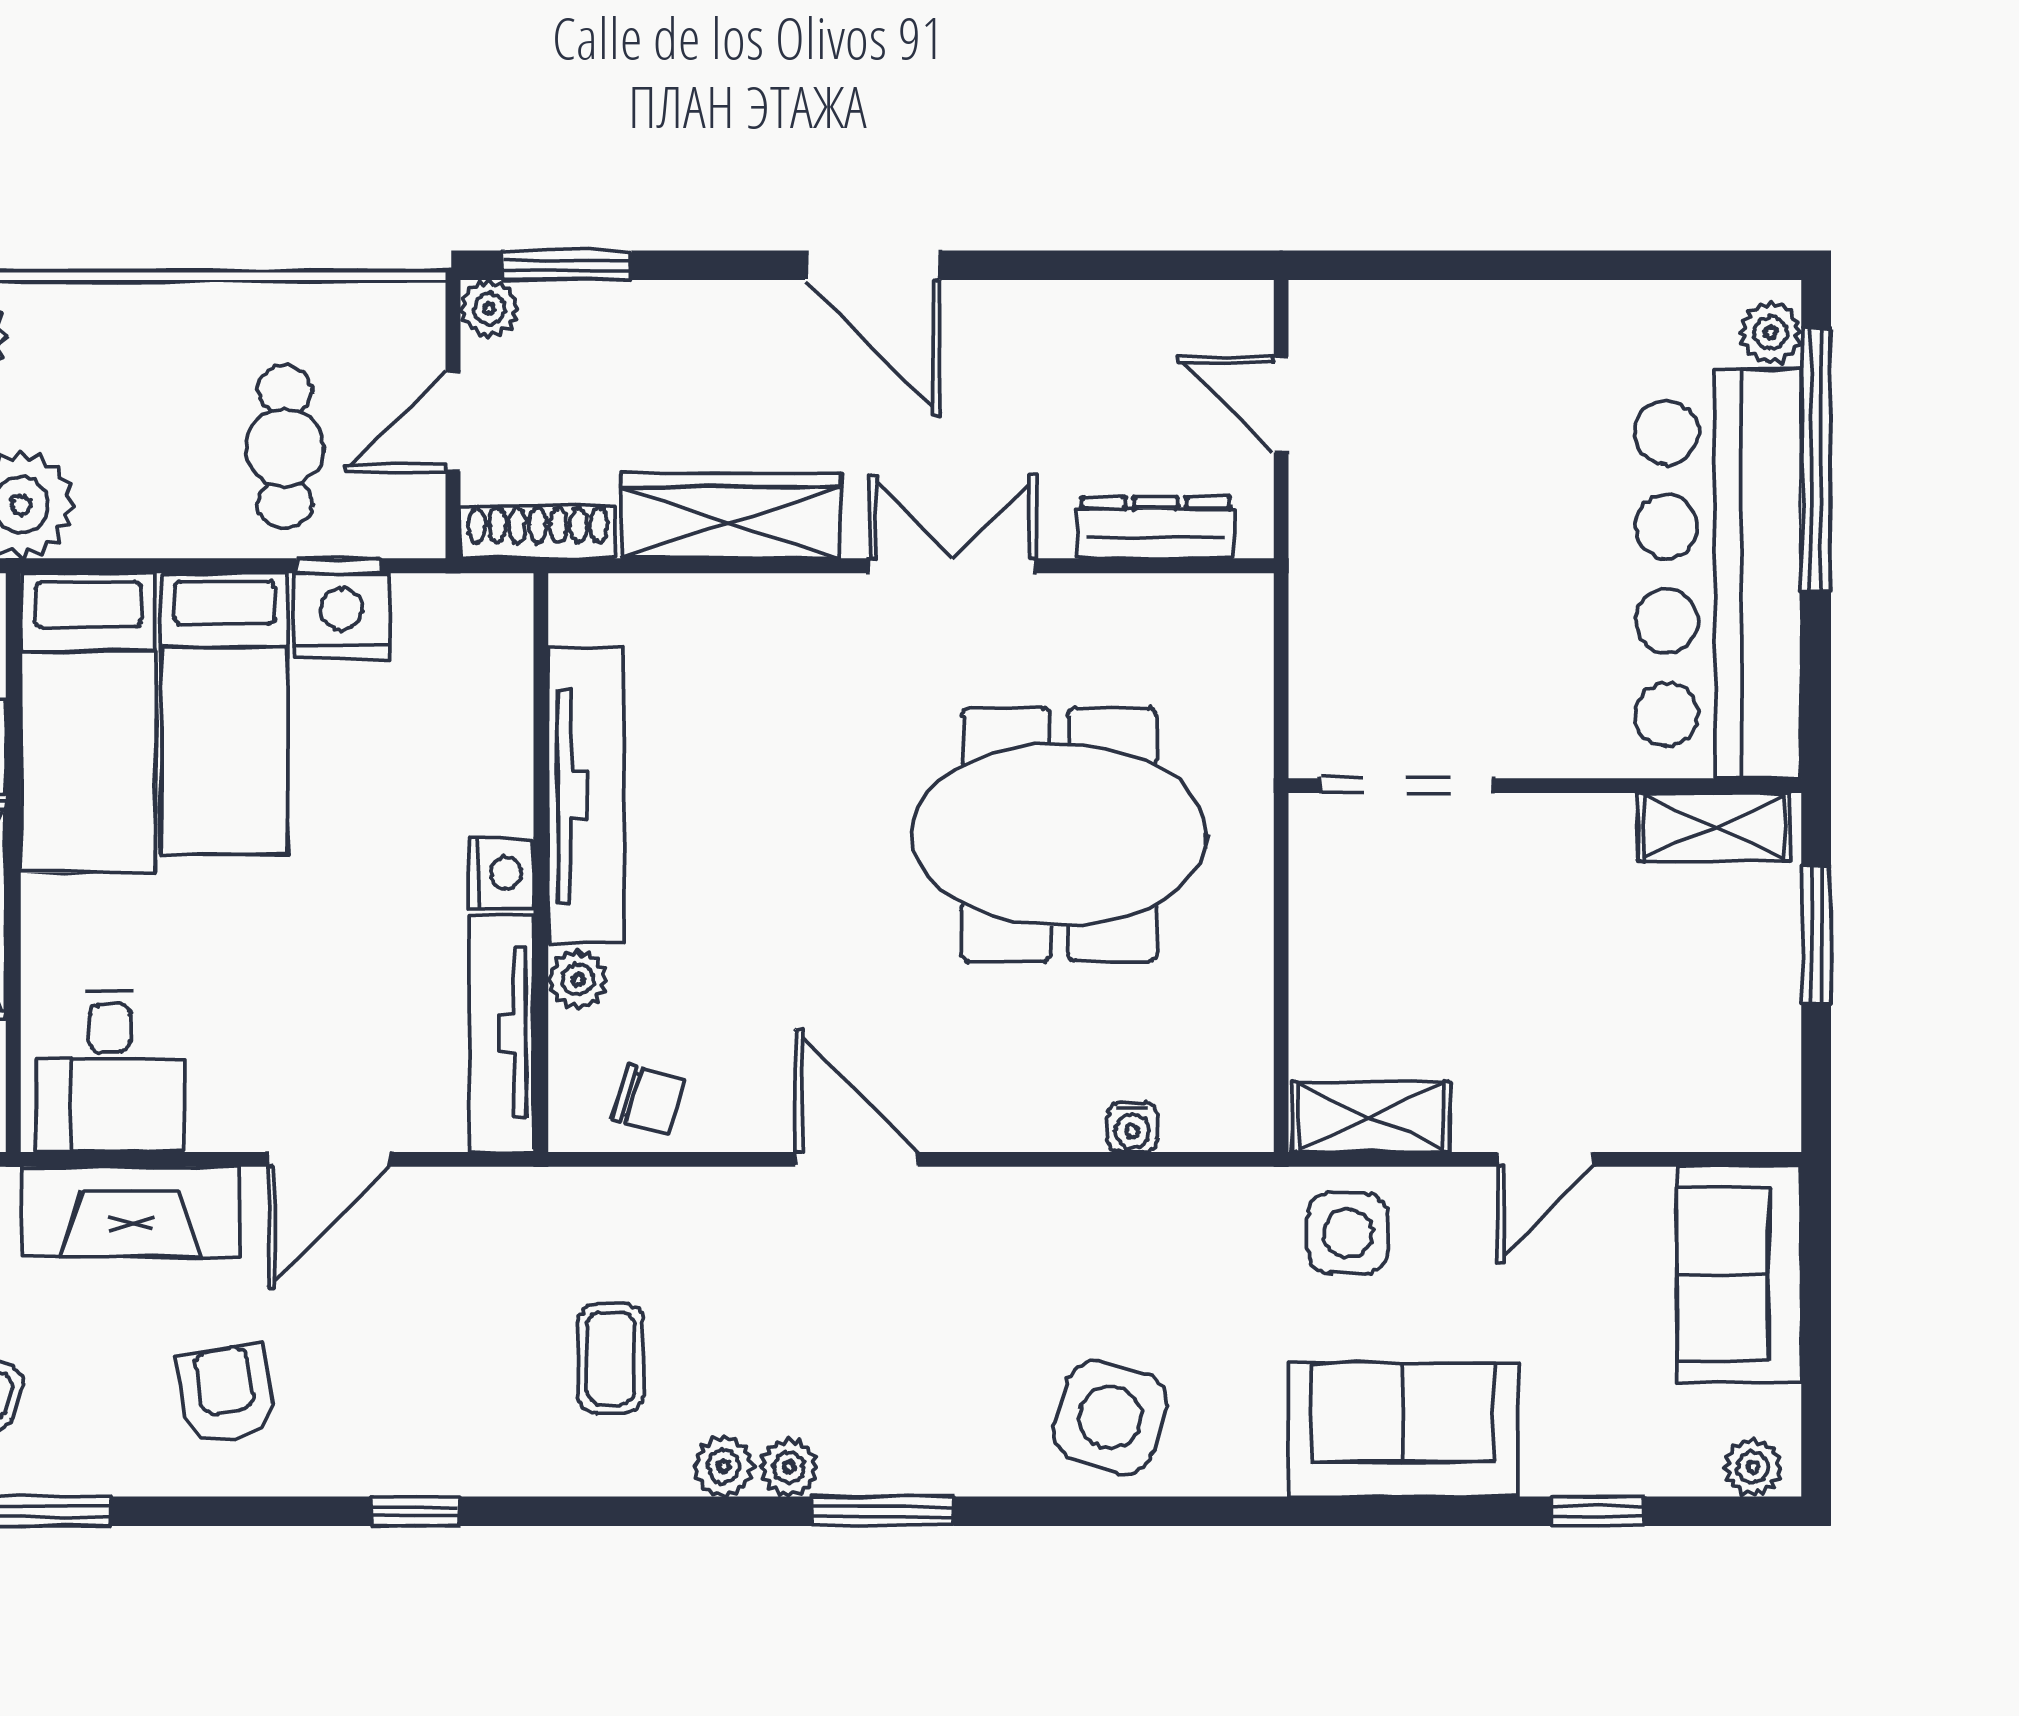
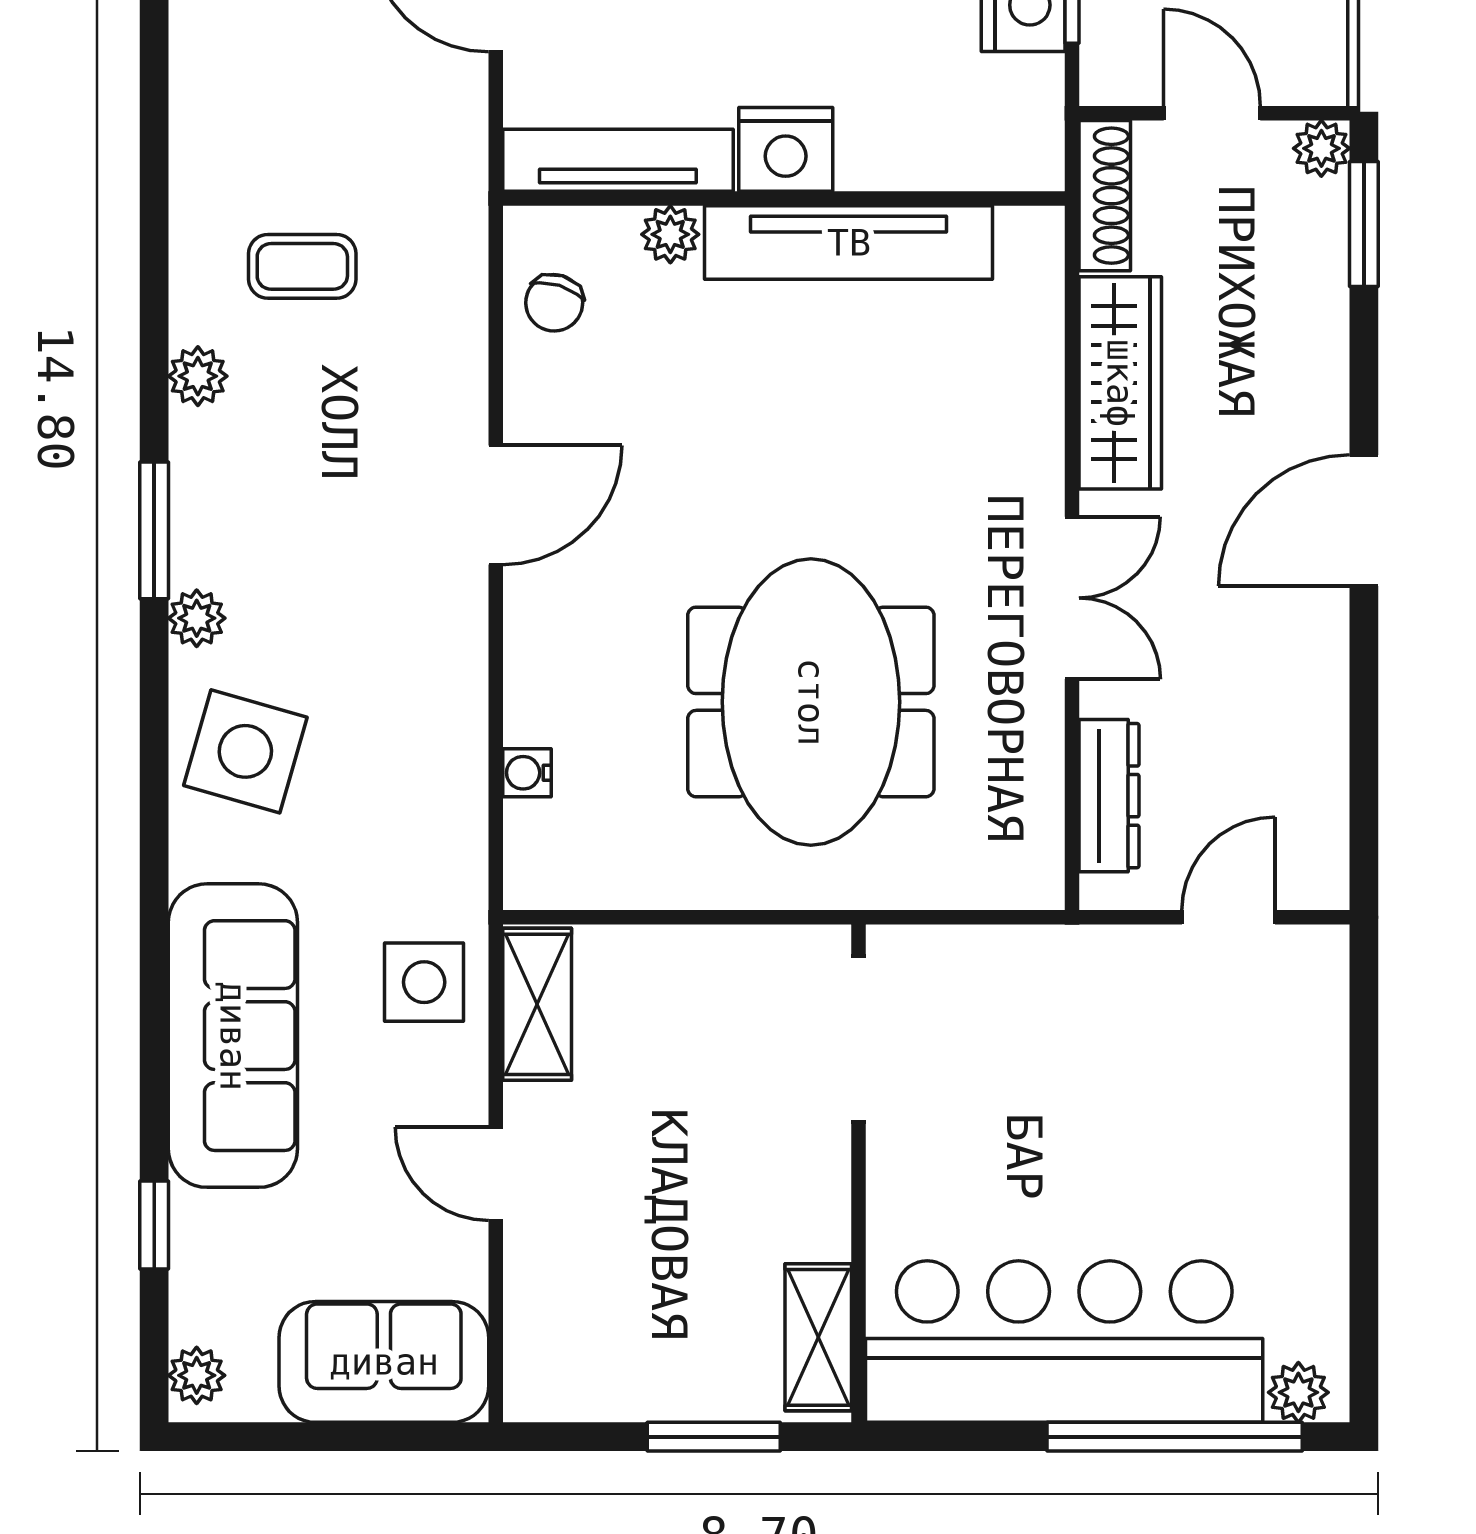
nightstand: (501, 874) -> (786, 149), width x1.36, depth x1.33
sofa: (1403, 1430) -> (233, 1036), width x1.36
plant: (789, 1467) -> (197, 618), moved
window: (415, 1511) -> (154, 76), removed

